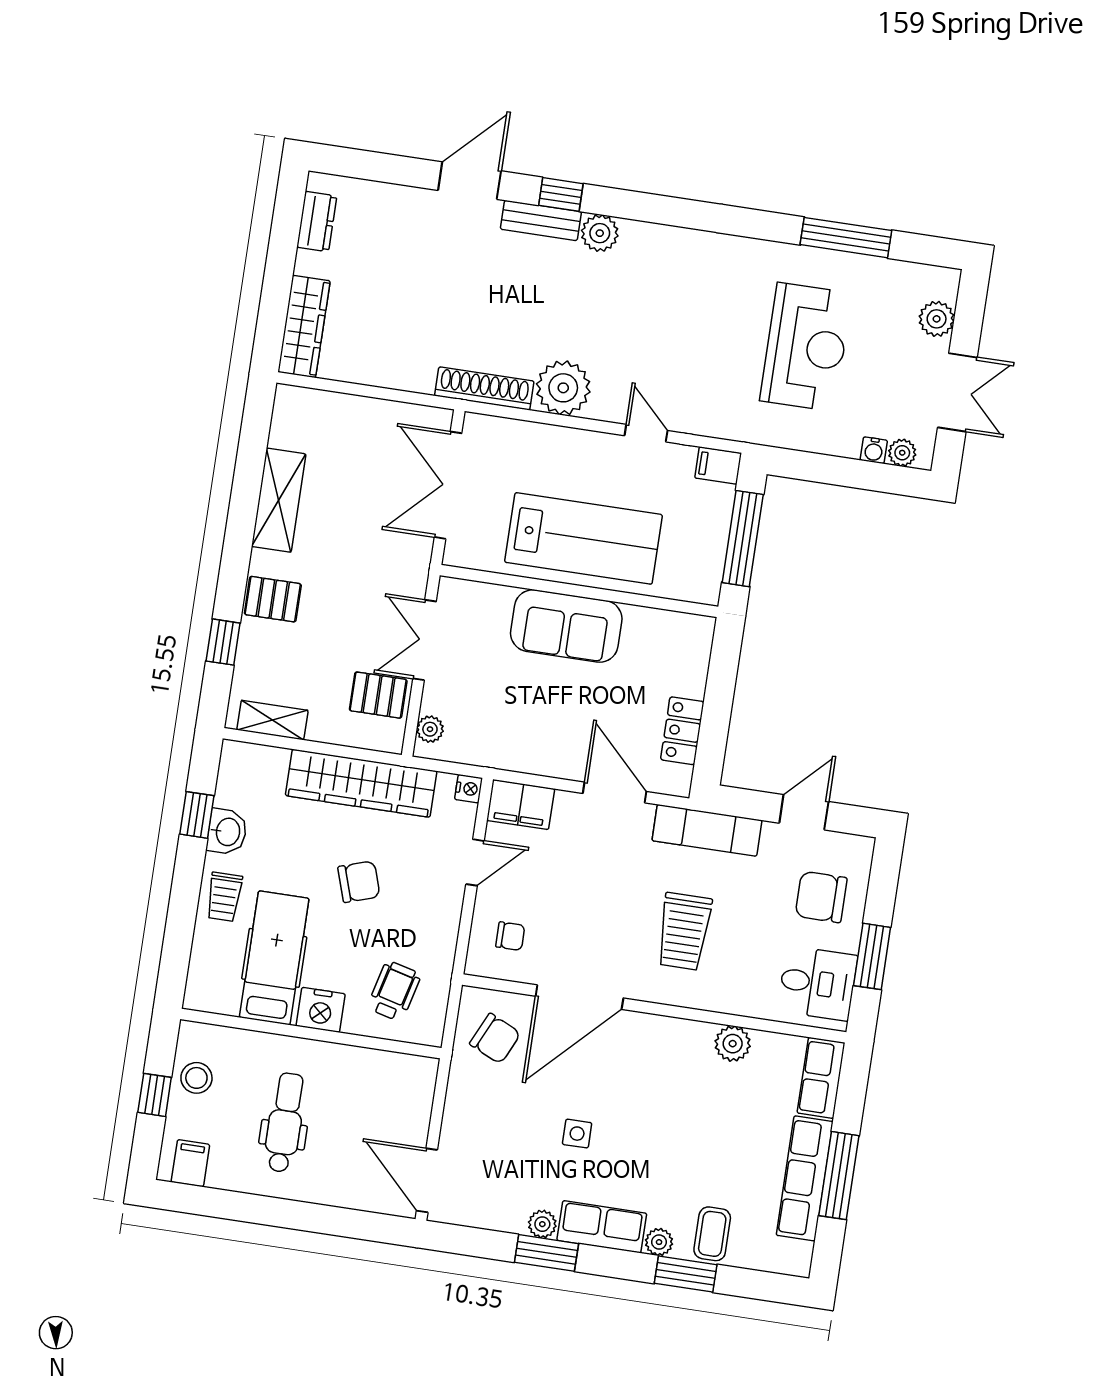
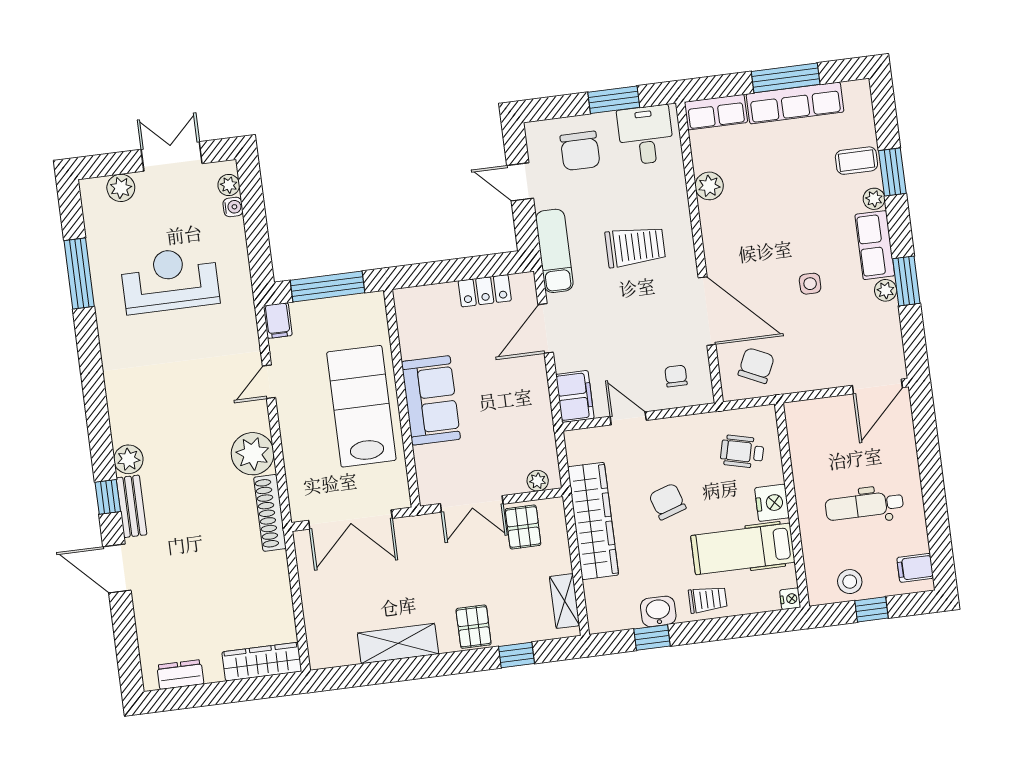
nightstand: (469, 789) -> (790, 599), moved, turned 90

